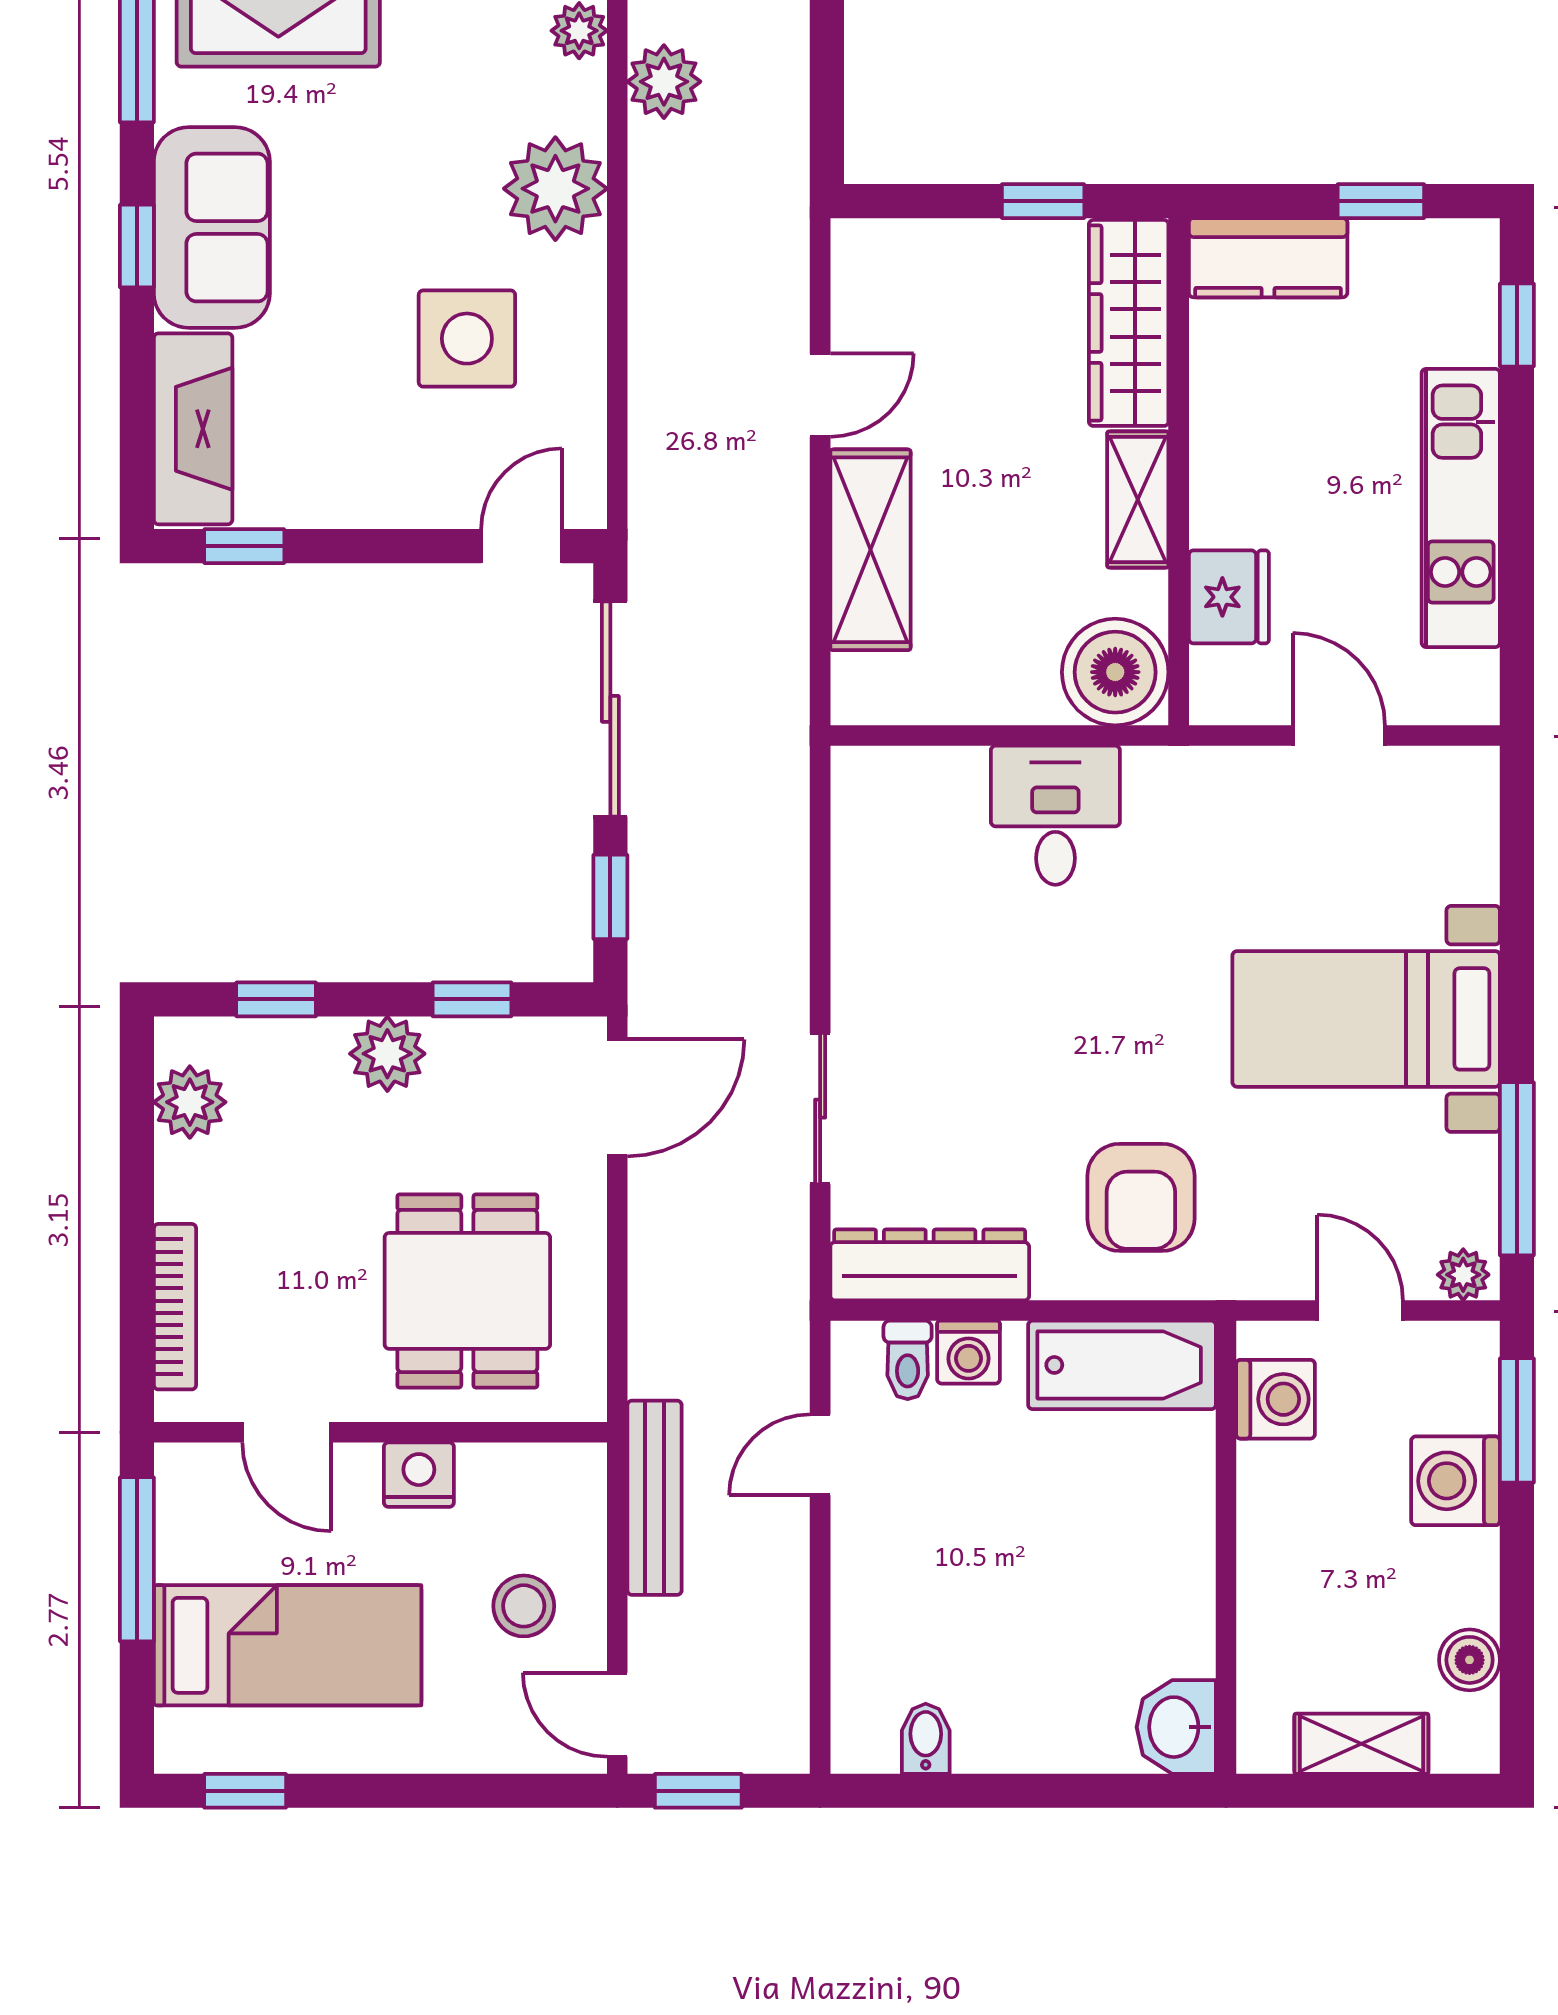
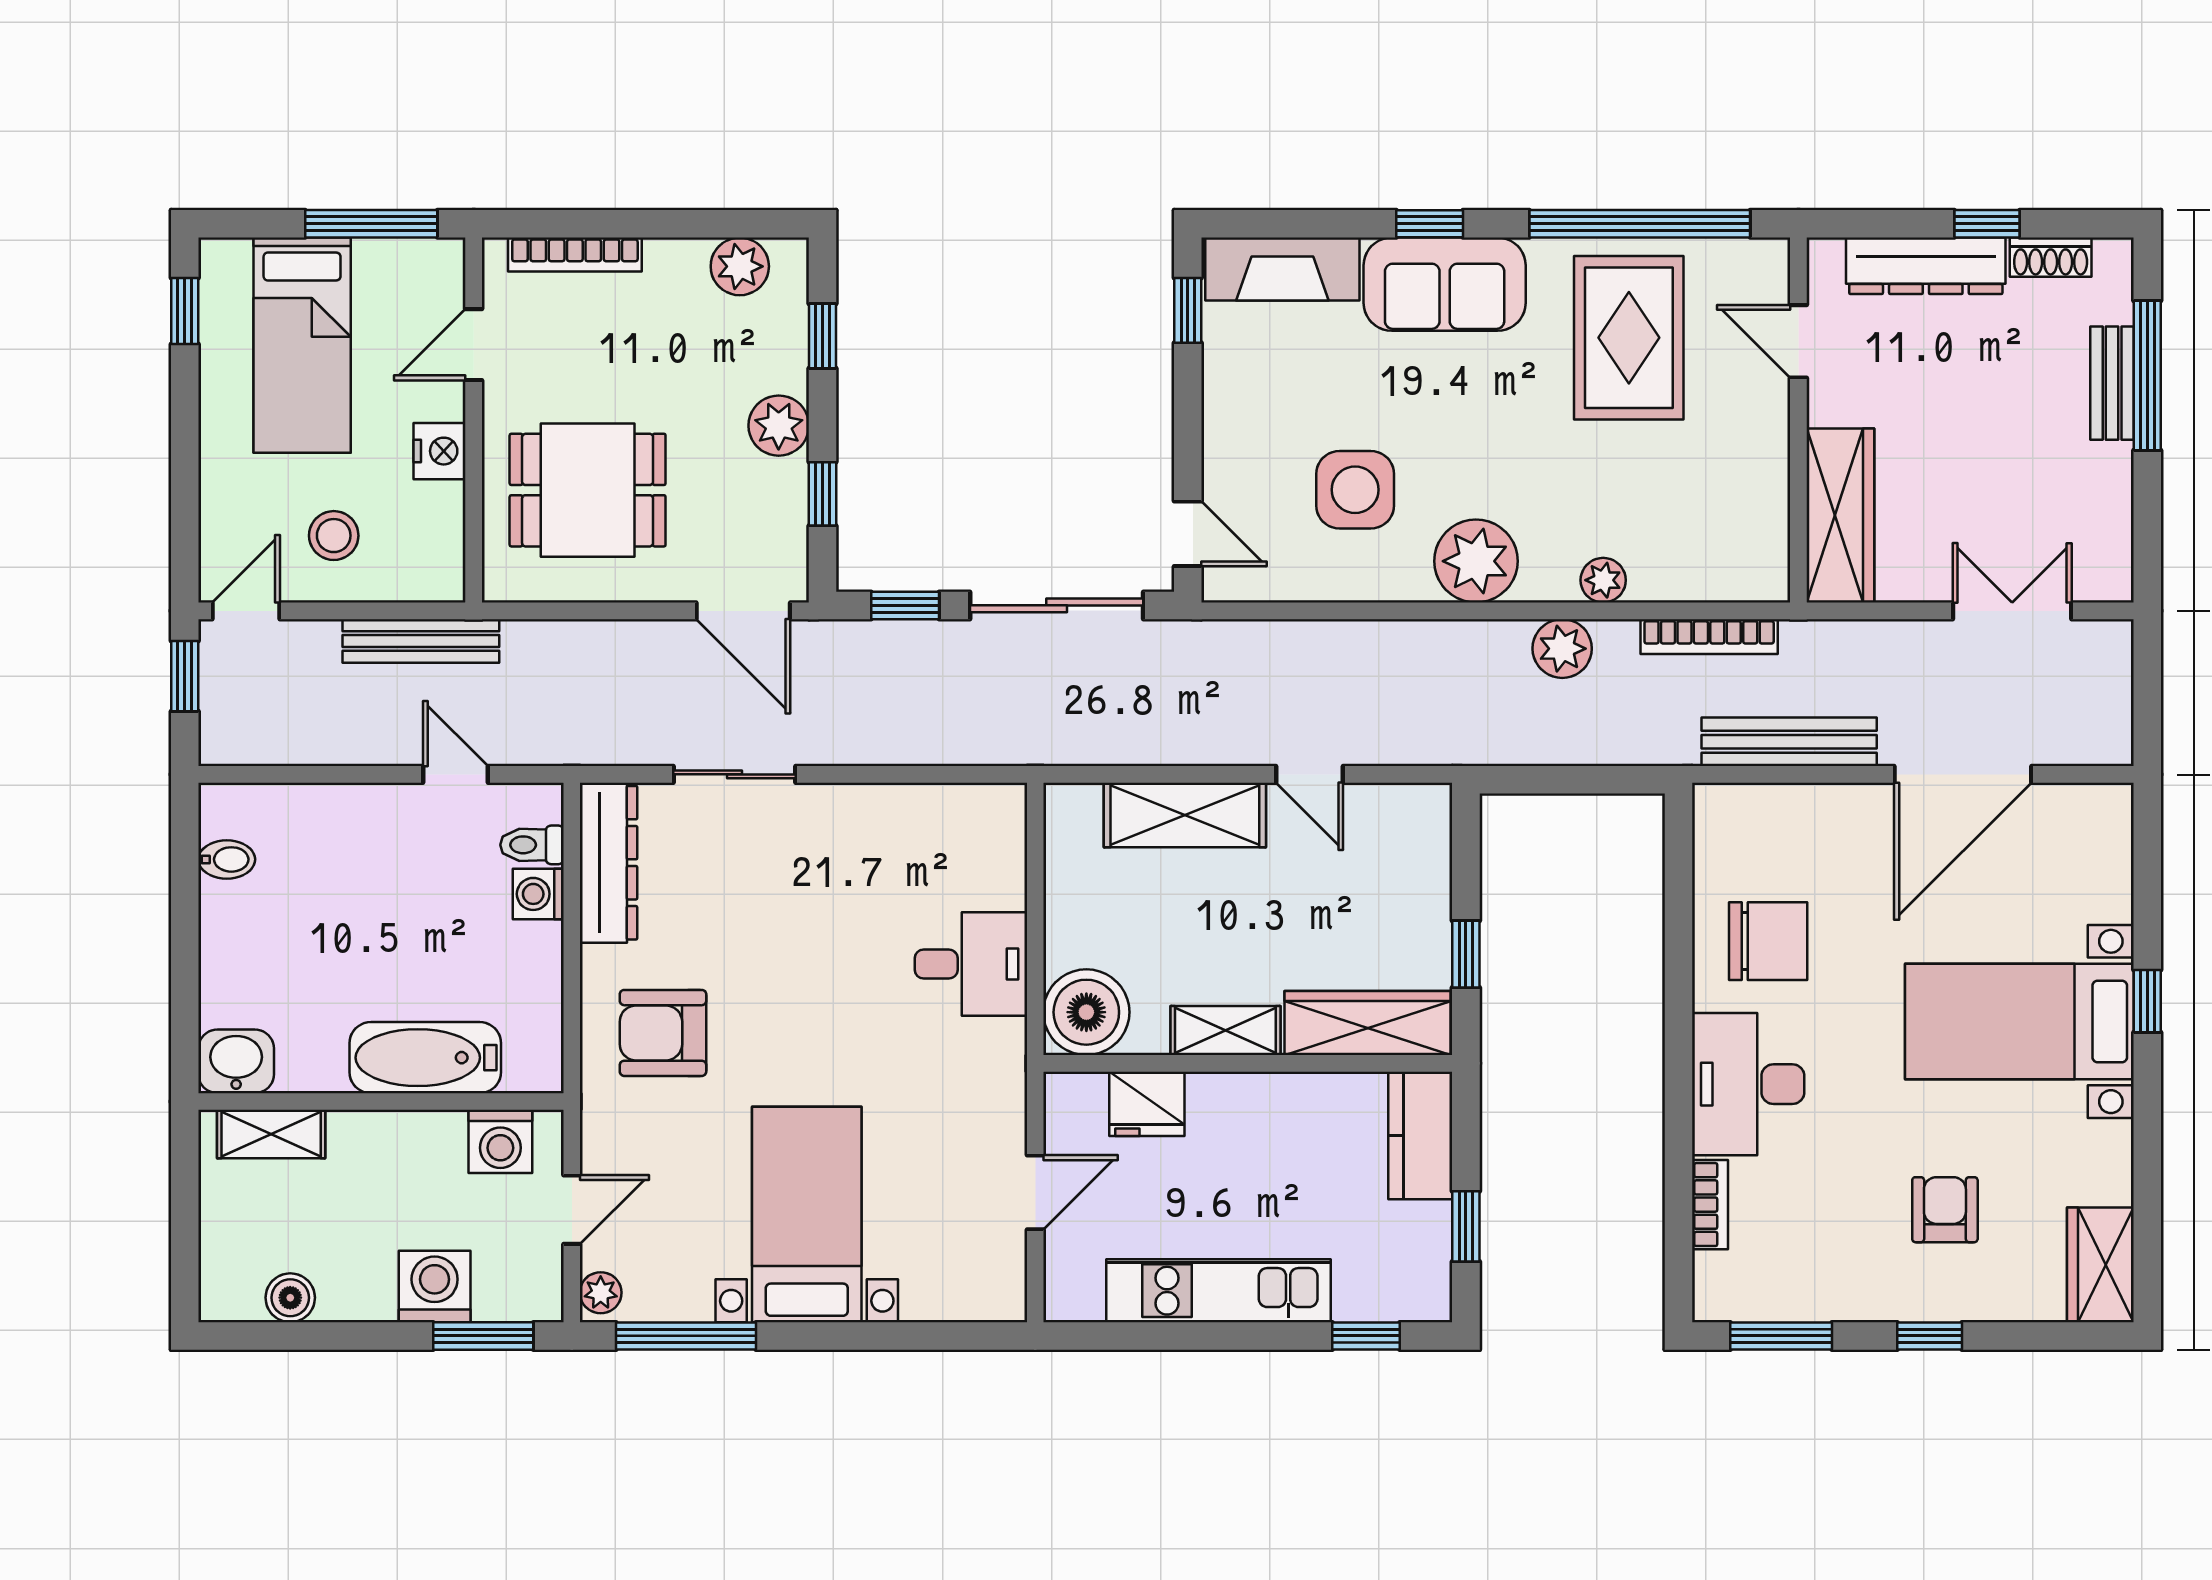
bathtub: (1122, 1365) -> (425, 1058), moved, turned 90
shelving: (1361, 1744) -> (271, 1134), moved, turned 90

